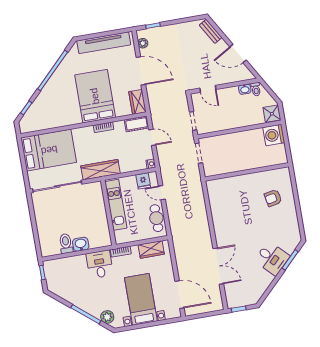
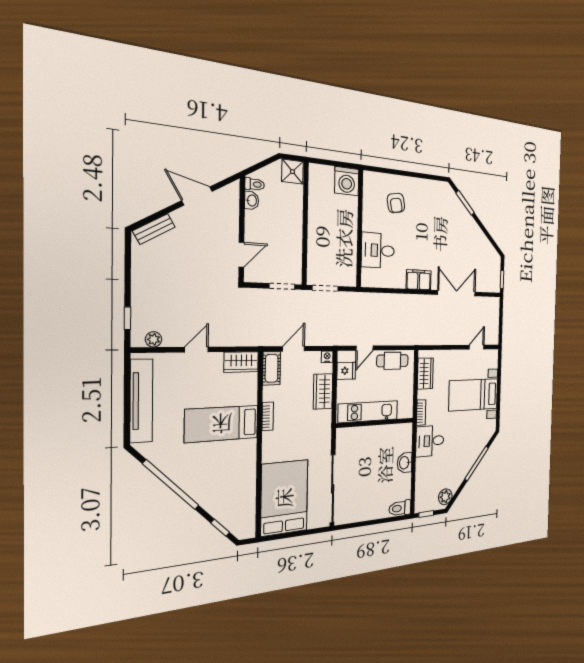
door: (238, 53) -> (197, 196), swing flipped
door: (141, 71) -> (197, 350), width x0.53
bed: (95, 96) -> (222, 424), width x0.67
washing machine: (274, 135) -> (347, 181), moved
wardrobe: (100, 170) -> (323, 391), moved, width x0.67
filing cabinet: (221, 229) -> (419, 280), added
toilet: (66, 244) -> (400, 508), moved
desk: (272, 258) -> (378, 250), moved, turned -135
door: (179, 295) -> (477, 347), width x0.53
plant: (107, 317) -> (445, 497), moved

